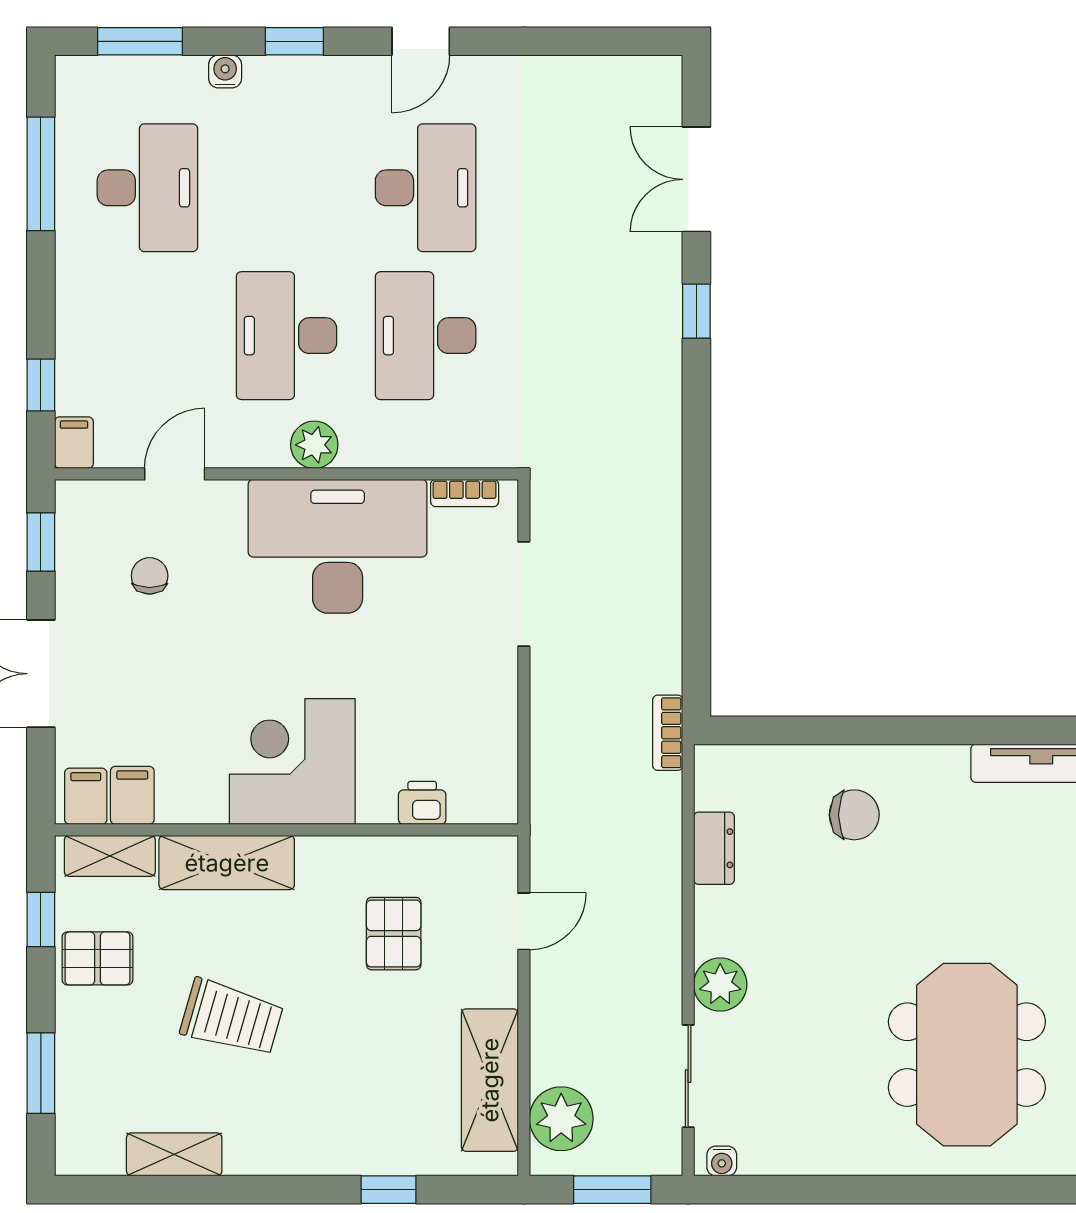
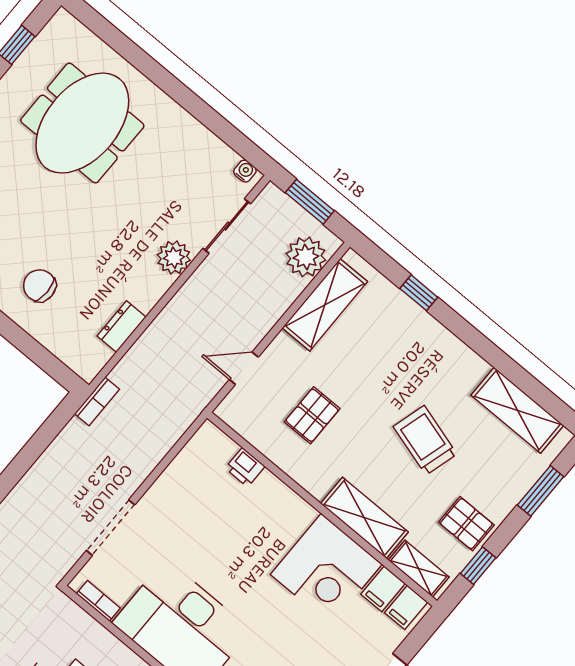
corner desk: (292, 762) -> (326, 569), moved
shelving: (174, 1154) -> (517, 410), width x1.50, depth x1.33

